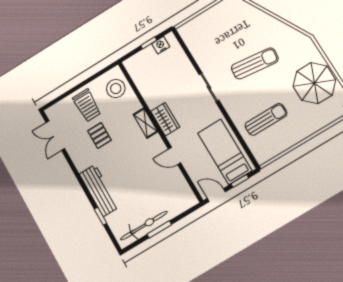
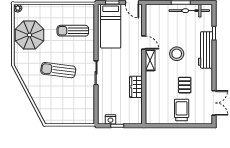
stool: (116, 89) -> (177, 54), moved
wardrobe: (165, 119) -> (136, 87), moved
shelving: (145, 123) -> (150, 60), moved

